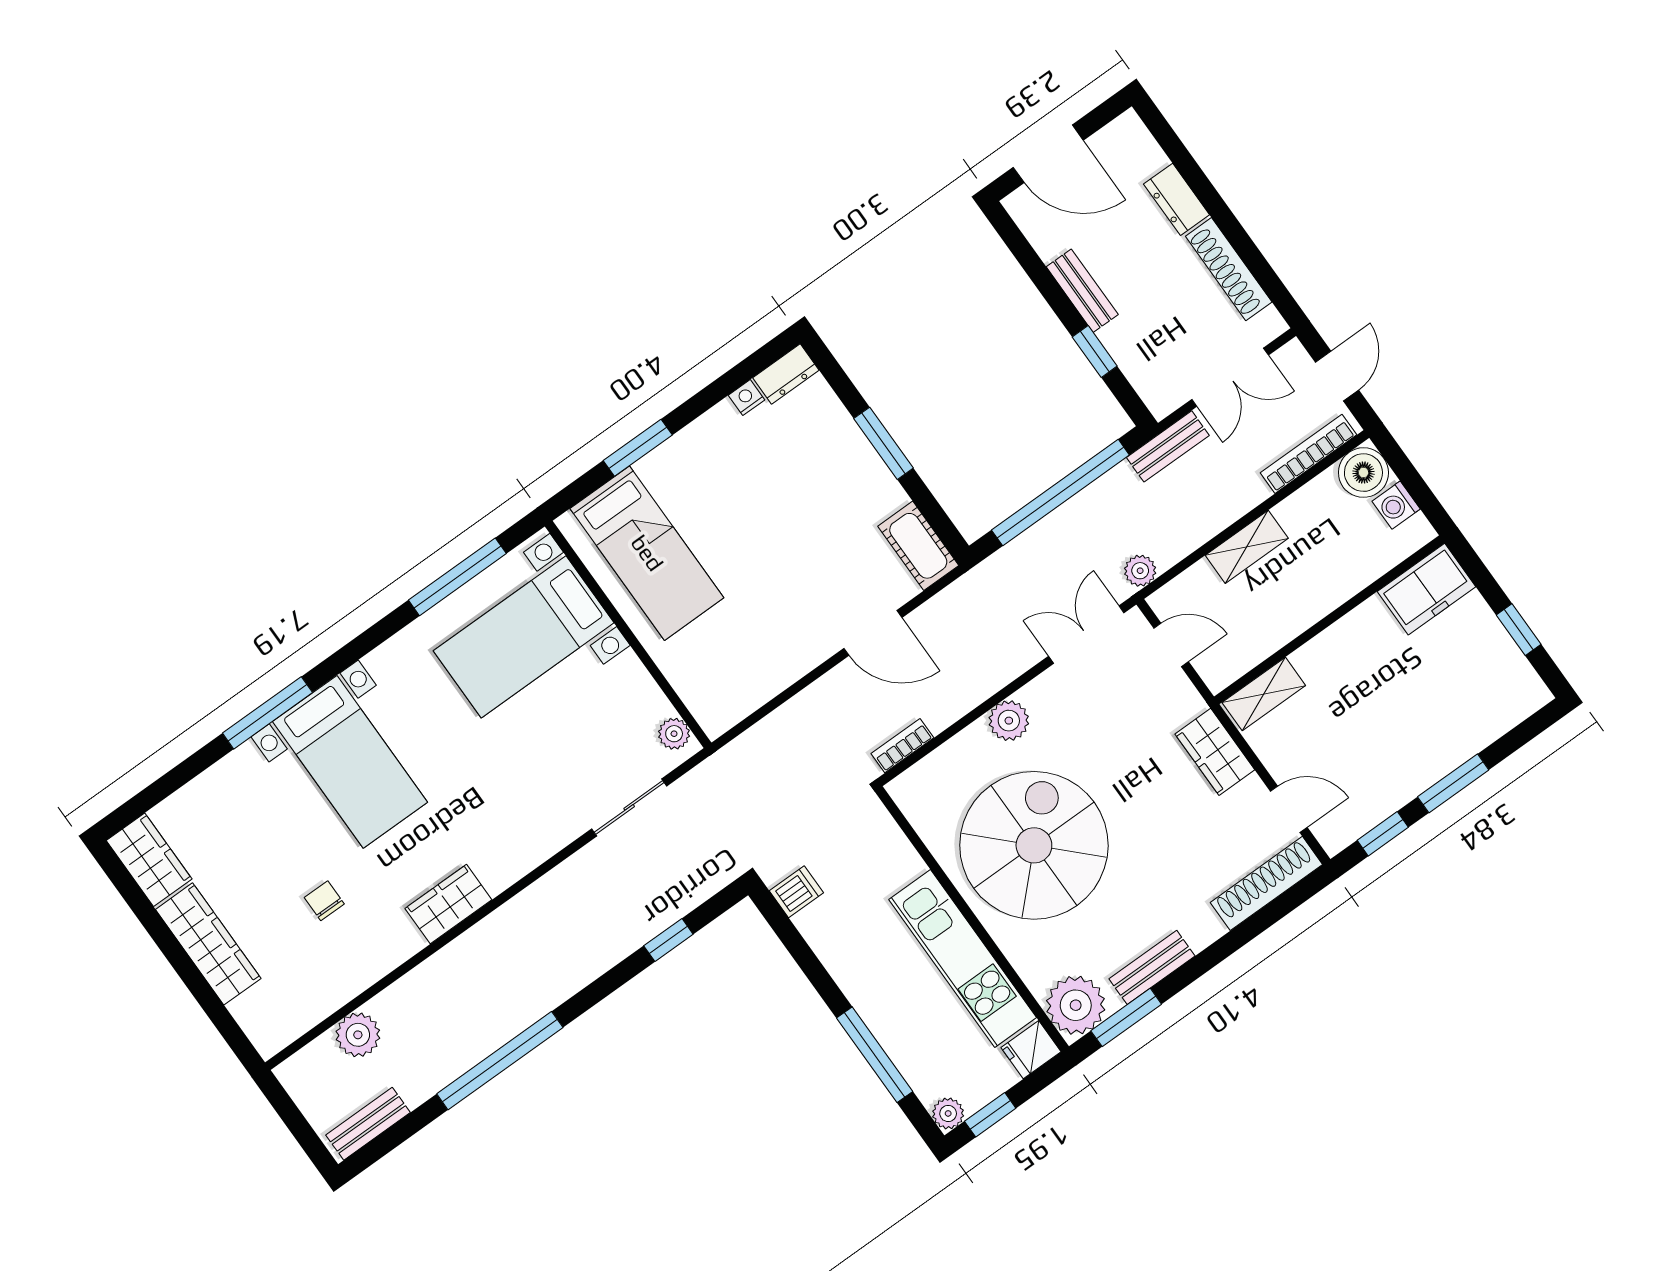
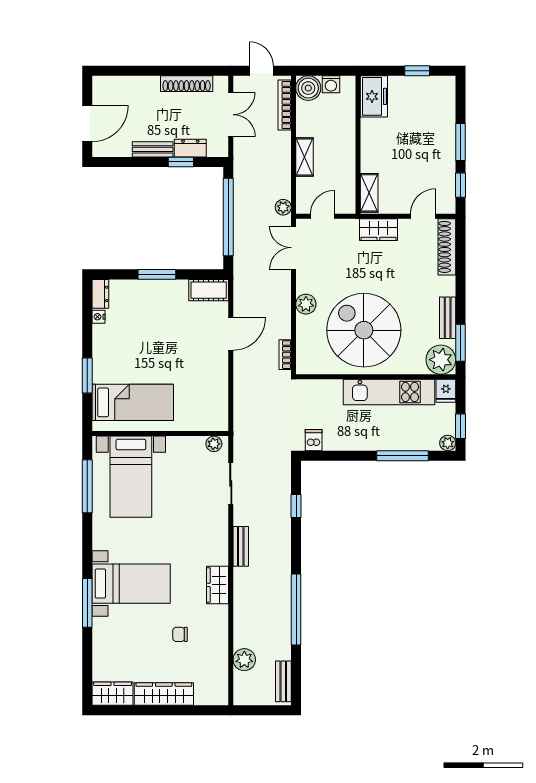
dresser: (1177, 199) -> (190, 148), moved, turned 180
bench: (1168, 446) -> (241, 546), moved

